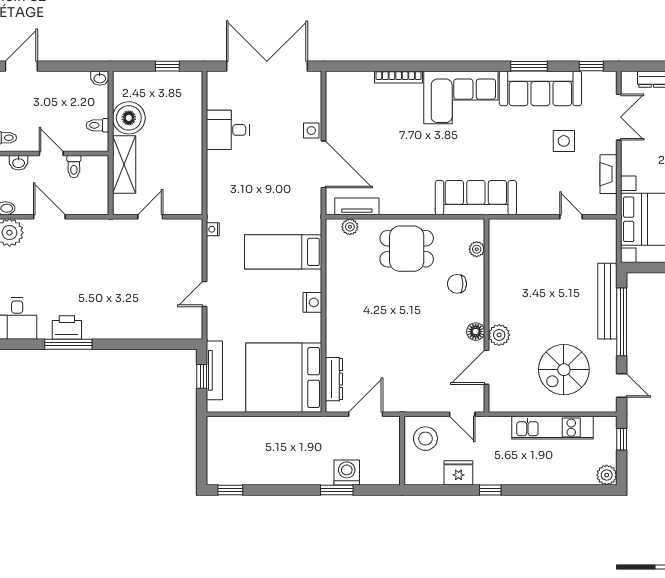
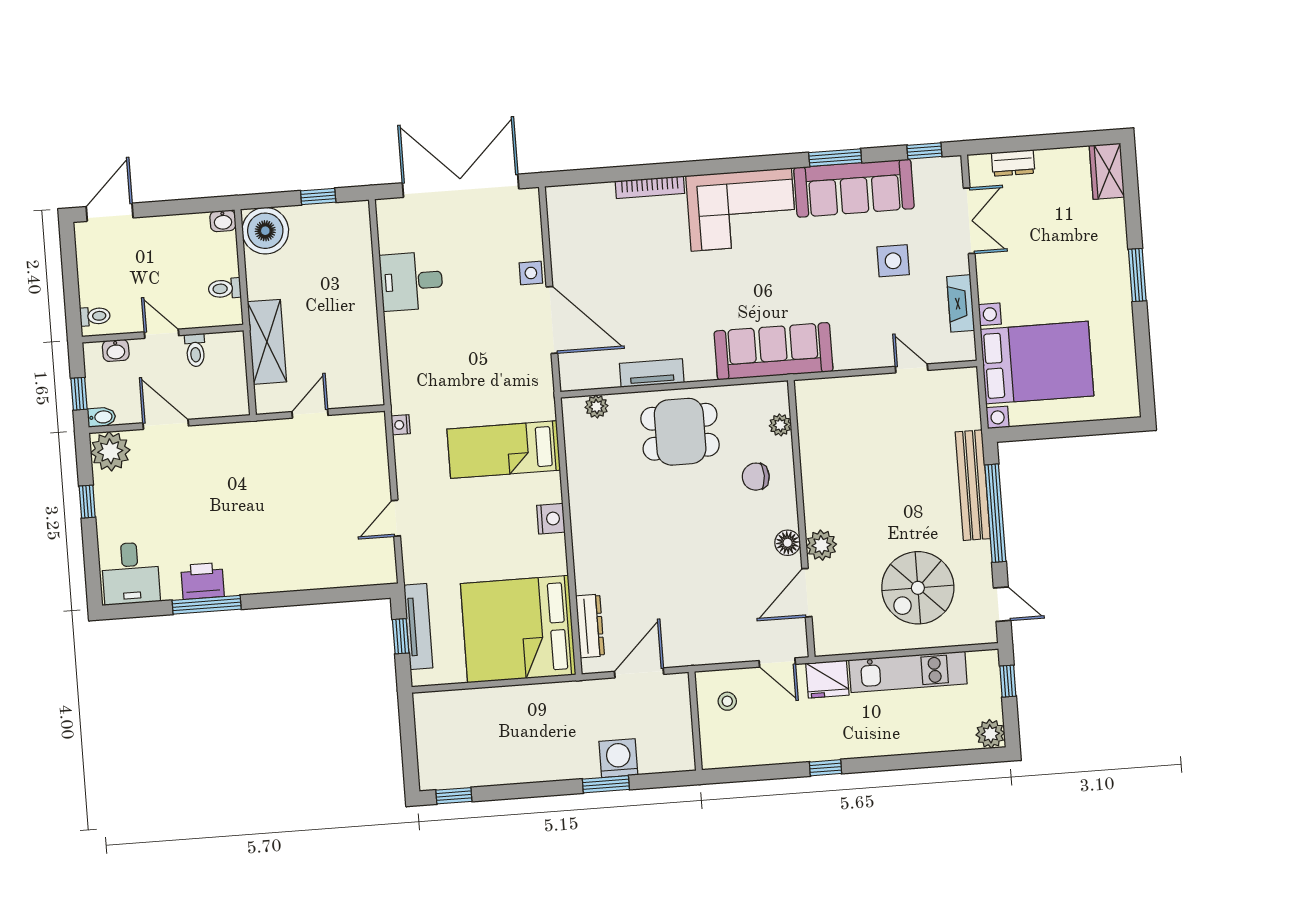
boiler: (129, 118) -> (265, 231), moved
tv unit: (357, 206) -> (652, 373), moved
stool: (425, 439) -> (727, 701), width x0.53, depth x0.53
fridge: (458, 473) -> (827, 679), moved, turned 180

